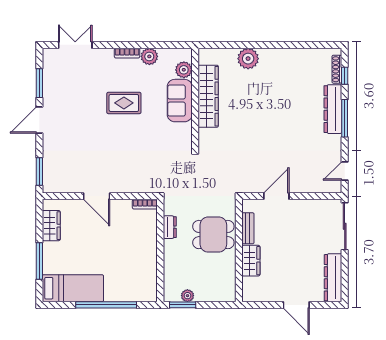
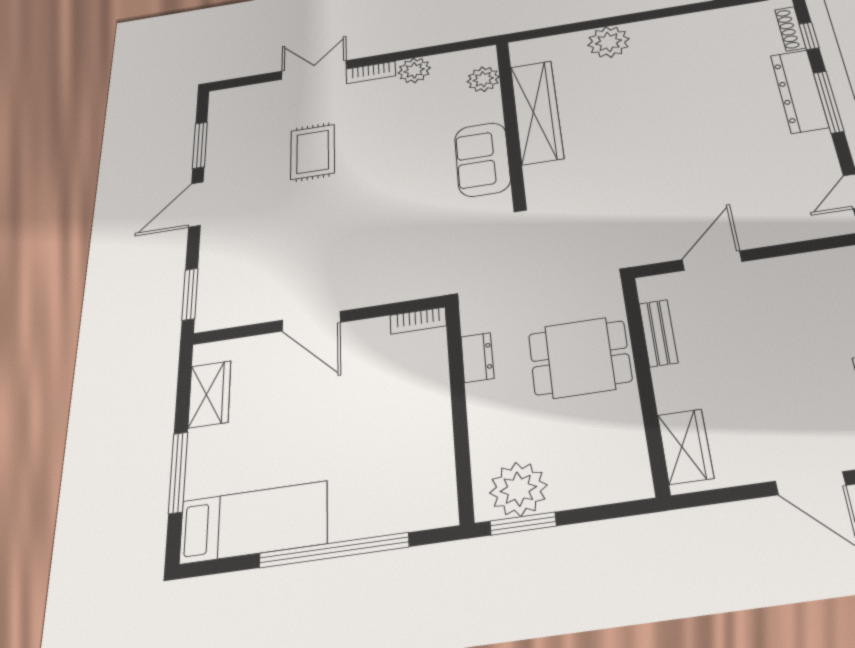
double door: (75, 45) -> (314, 70), moved
sofa: (180, 101) -> (482, 159), moved
rug: (124, 103) -> (313, 152), moved, turned 90
wardrobe: (251, 261) -> (685, 446), moved
plant: (187, 296) -> (518, 489), width x1.88, depth x1.88

